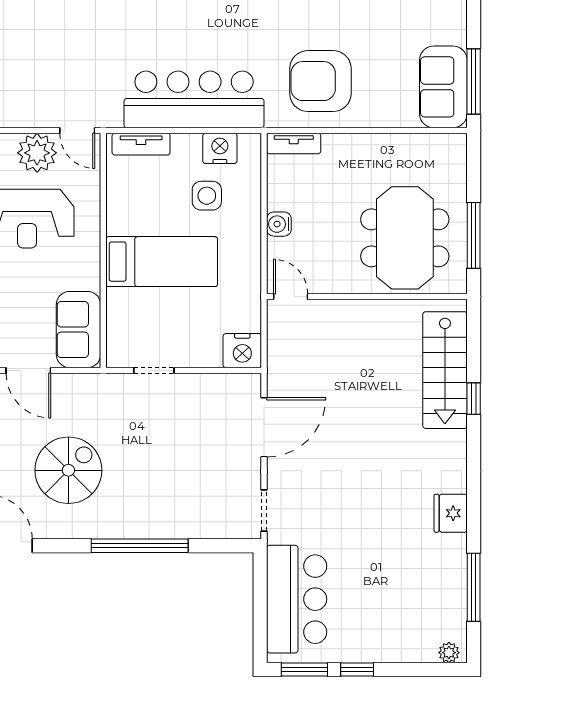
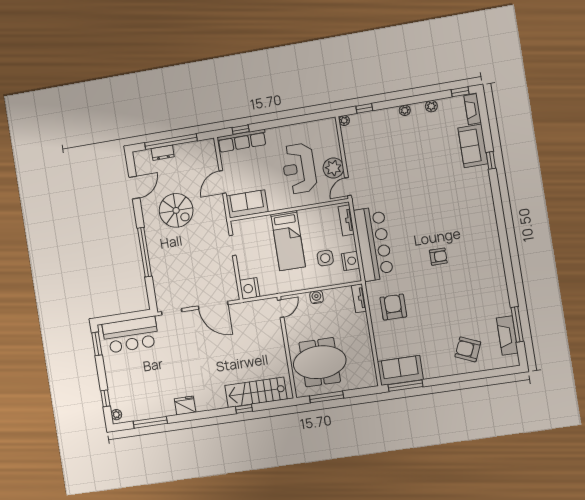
armchair: (320, 81) -> (393, 307), width x0.73, depth x0.73
window: (357, 670) -> (105, 398), moved

